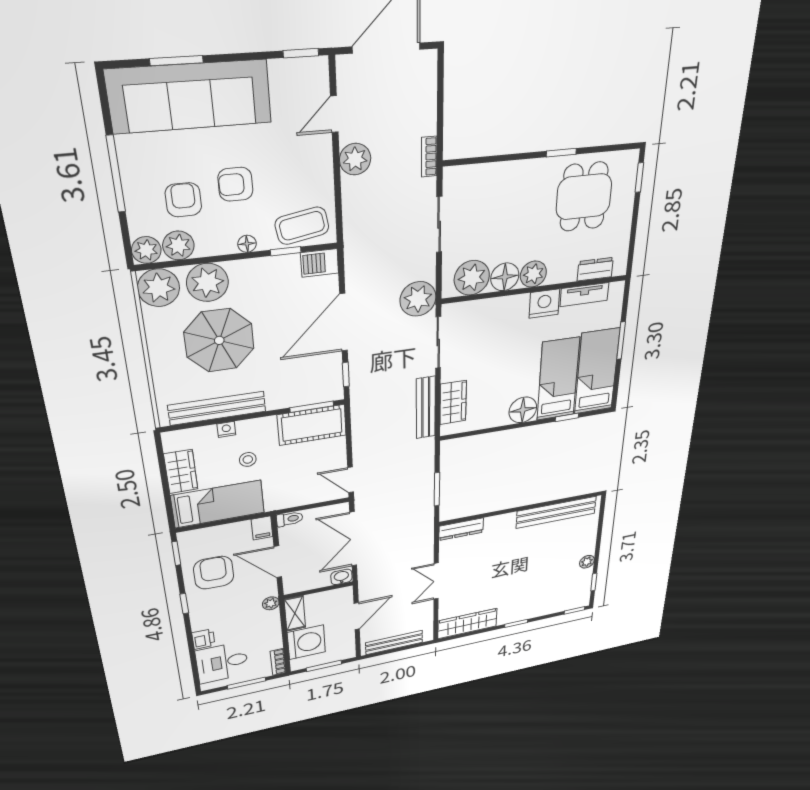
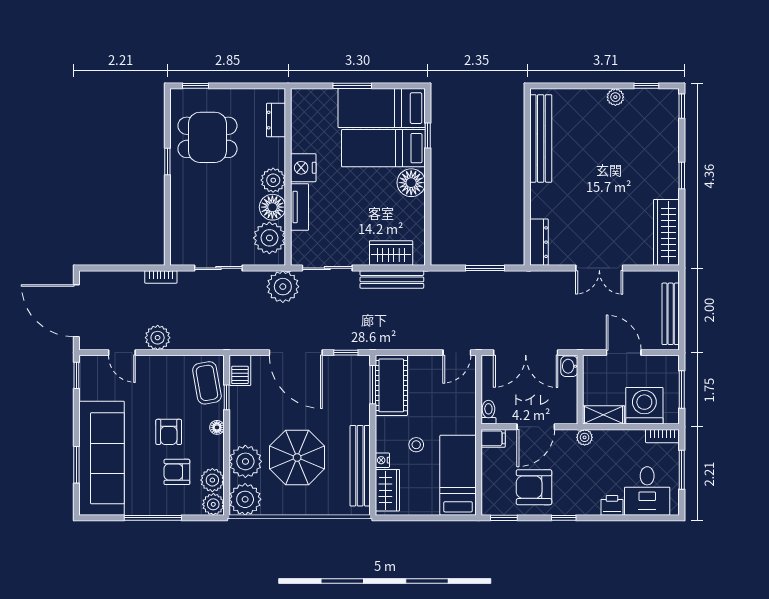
tv unit: (584, 295) -> (300, 207), moved
wardrobe: (181, 472) -> (387, 490), moved, turned 90

